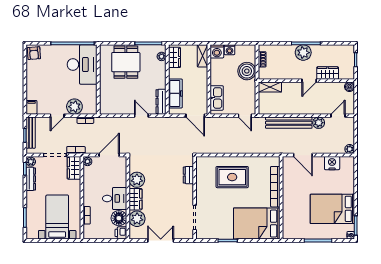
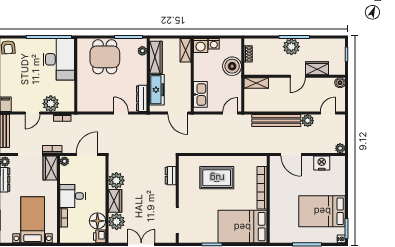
wardrobe: (175, 57) -> (156, 57), width x1.50
door: (245, 116) -> (230, 113), swing flipped
desk: (115, 198) -> (73, 196), moved, turned 180

